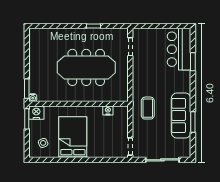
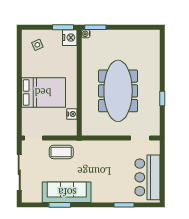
bar counter: (179, 49) -> (148, 177), moved, turned -90
coffee table: (148, 108) -> (61, 152), moved
bed: (73, 137) -> (43, 92), moved

